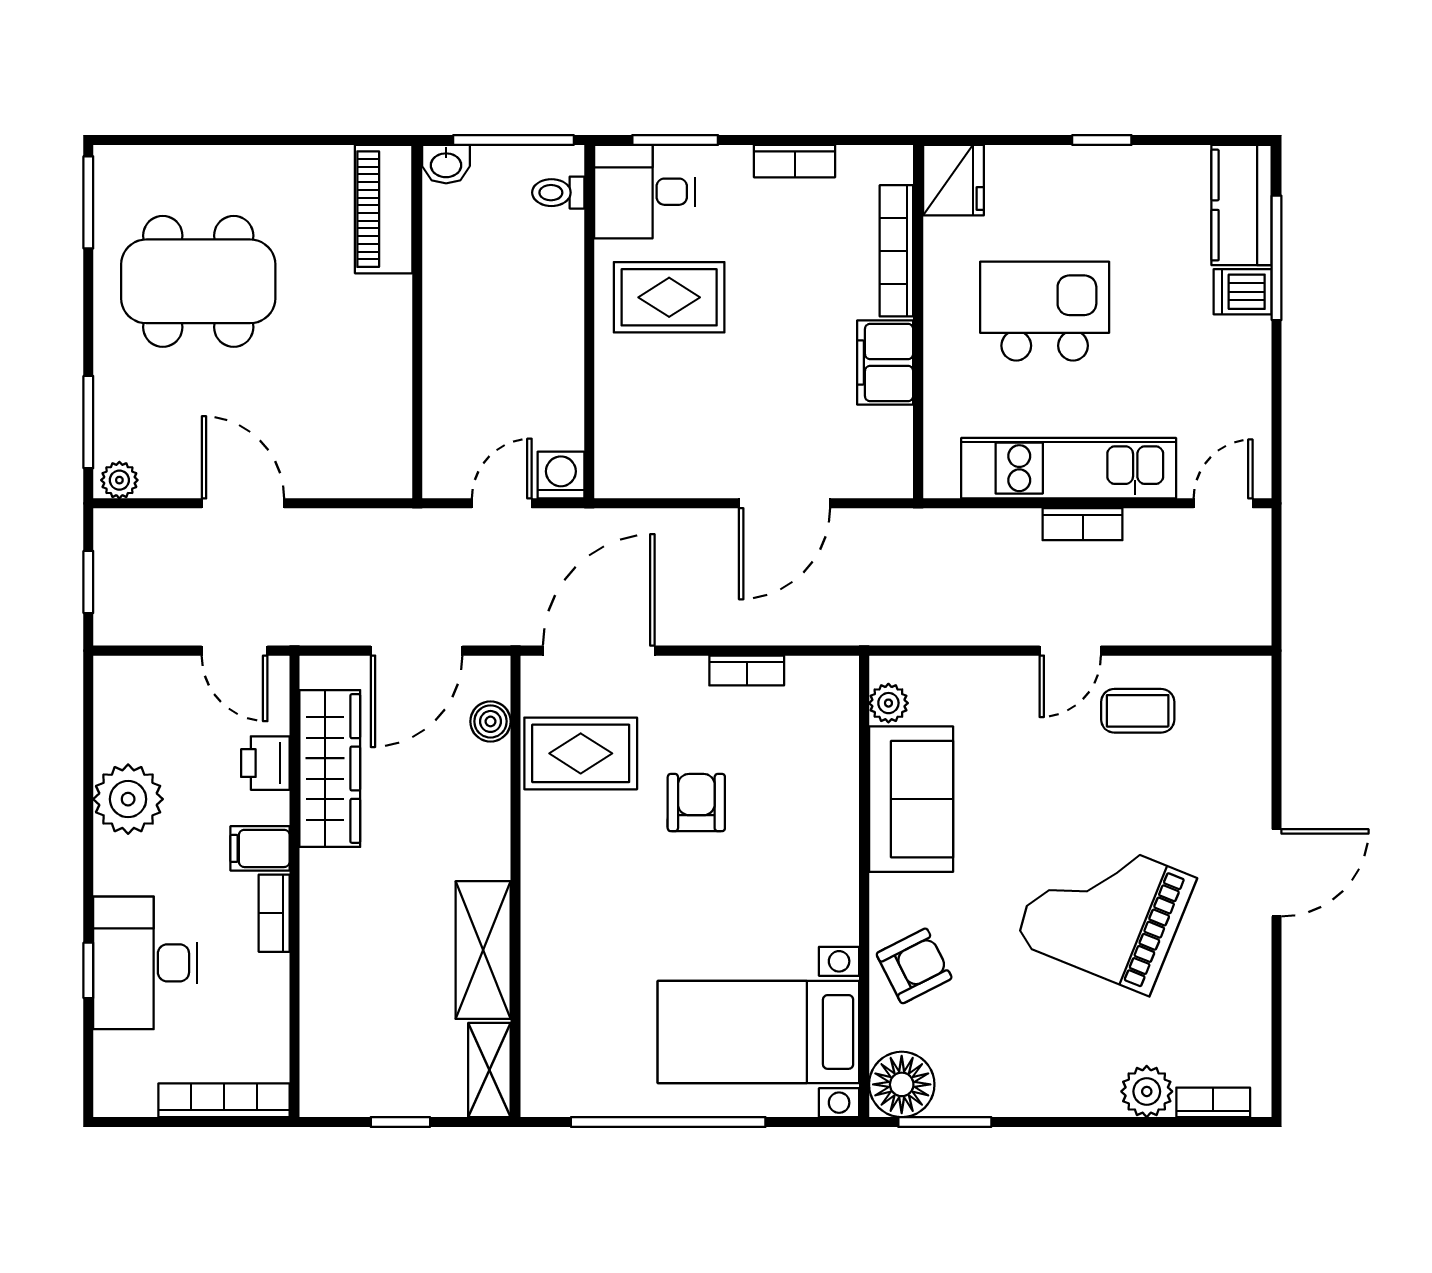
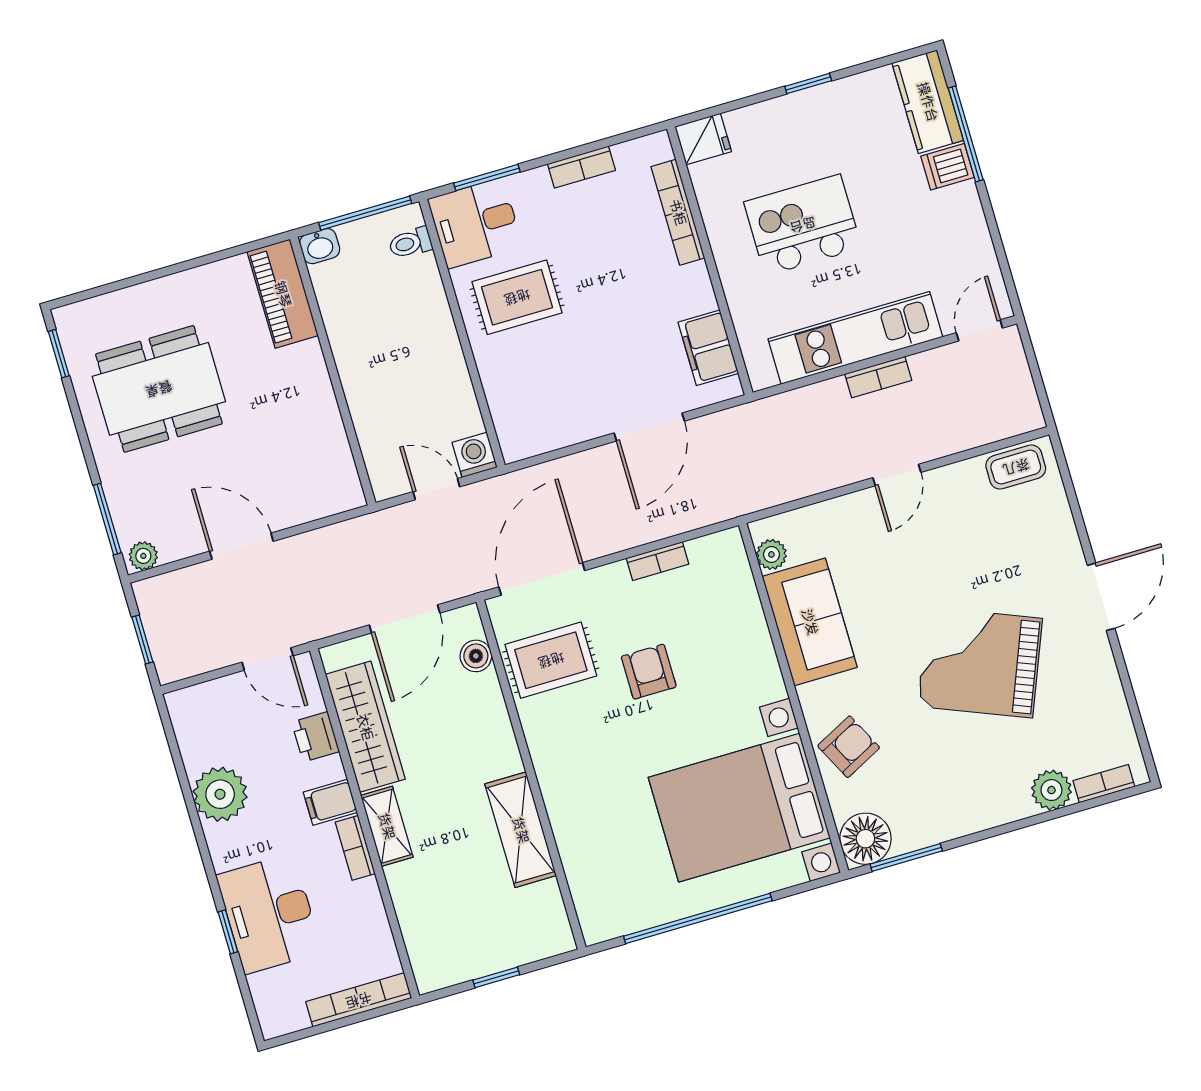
fridge: (953, 180) -> (703, 139), width x0.72
window: (88, 202) -> (59, 354), width x0.67
filing cabinet: (885, 363) -> (708, 348), moved
door: (502, 503) -> (436, 489), hinge flipped
coffee table: (1138, 711) -> (1016, 467), moved
bed with nightstands: (758, 1032) -> (739, 808), width x1.36
shelving: (489, 1070) -> (387, 826), moved

